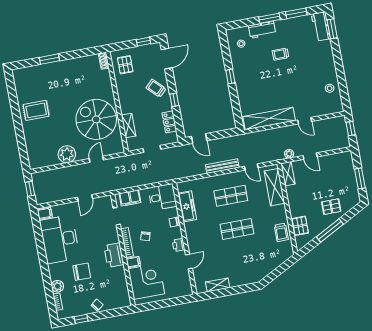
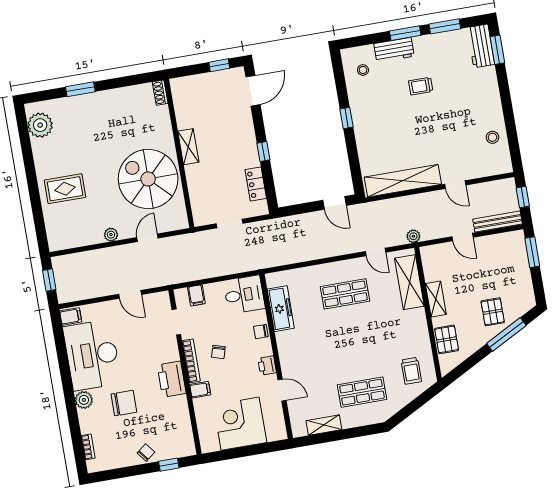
pallet: (125, 65) -> (192, 99), removed
plant: (23, 84) -> (40, 125), added
trolley: (156, 88) -> (237, 134), removed
rug: (36, 110) -> (65, 189), moved
shelving: (129, 126) -> (188, 147), moved
door: (199, 138) -> (334, 203), moved
plant: (67, 154) -> (111, 235), width x0.53, depth x0.53
plant: (289, 154) -> (413, 236), moved
bench: (222, 166) -> (498, 222), moved
shelving: (288, 174) -> (436, 299), moved
window: (360, 178) -> (532, 252), moved
door: (85, 198) -> (130, 294), hinge flipped
filing cabinet: (130, 198) -> (196, 295), width x0.50
pallet: (331, 207) -> (493, 312), turned 90
shop shelf: (237, 229) -> (362, 392), moved
window: (330, 230) -> (506, 334), moved
trolley: (281, 232) -> (411, 371), moved
door: (189, 262) -> (282, 390), hinge flipped
corner desk: (146, 281) -> (240, 424), moved, turned -90
plant: (58, 286) -> (84, 400), moved
window: (81, 319) -> (169, 465), moved

